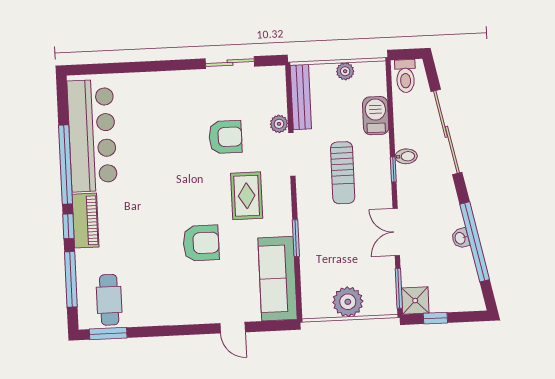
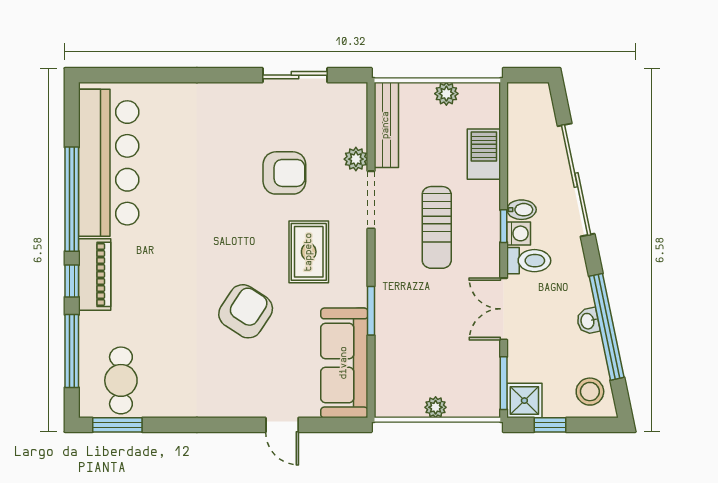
toilet: (405, 76) -> (529, 261), moved, turned -90
washing machine: (405, 174) -> (519, 233), added
armchair: (201, 243) -> (246, 311), turned -57
stool: (464, 291) -> (590, 392), added
plant: (348, 302) -> (436, 407), width x0.53, depth x0.53

